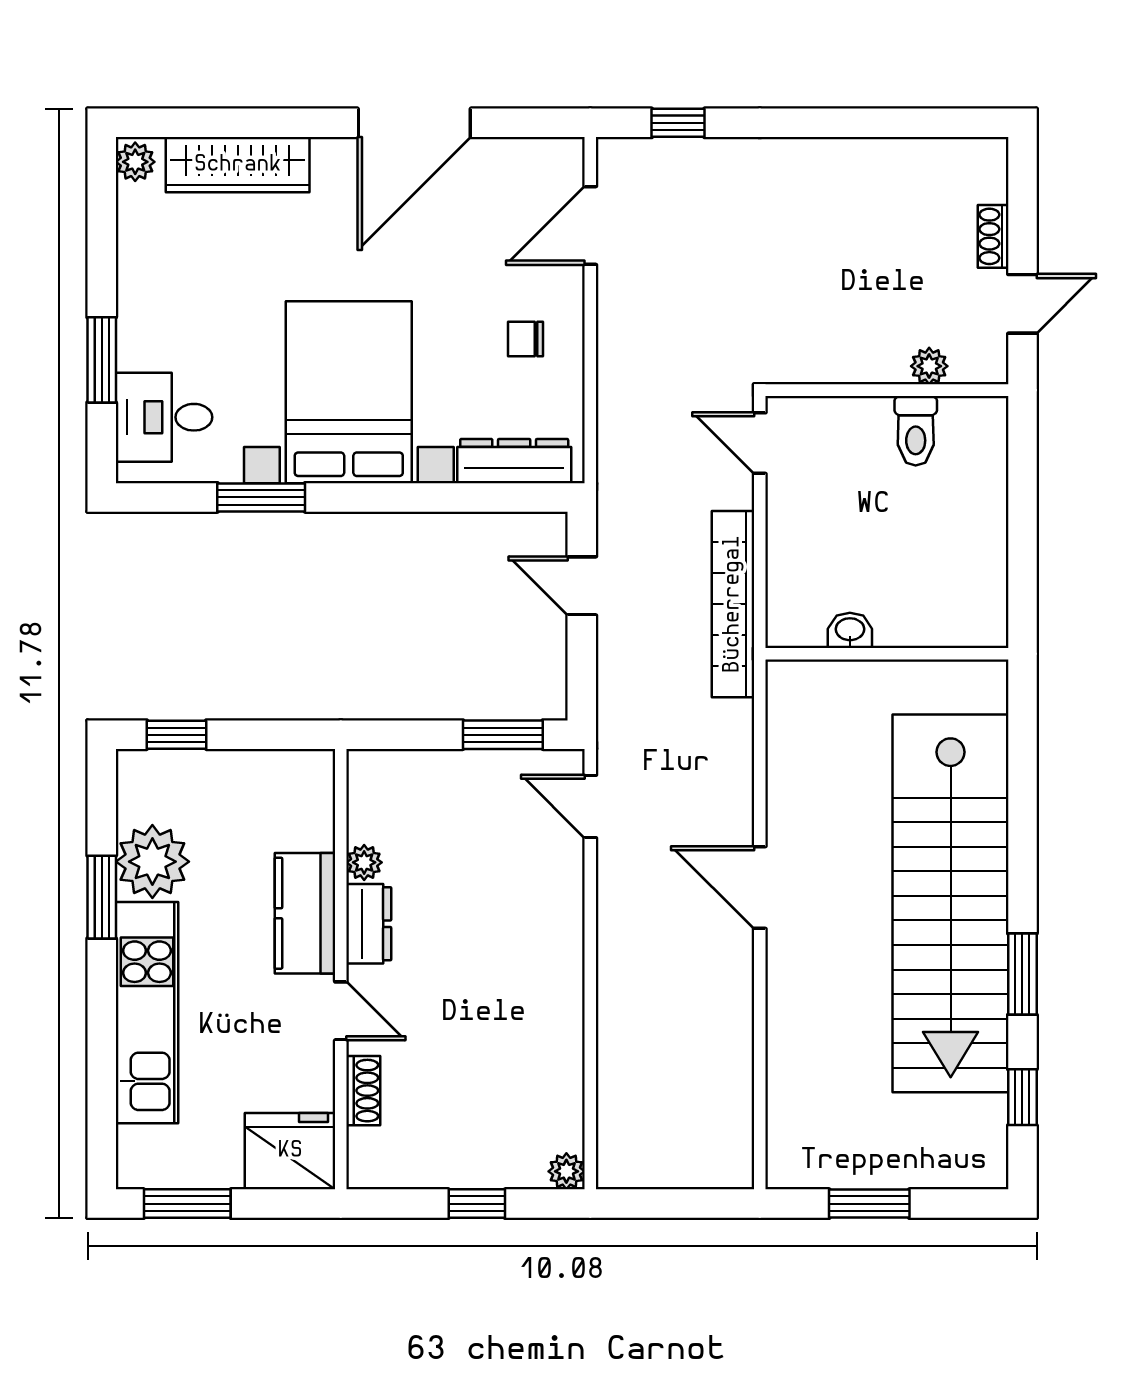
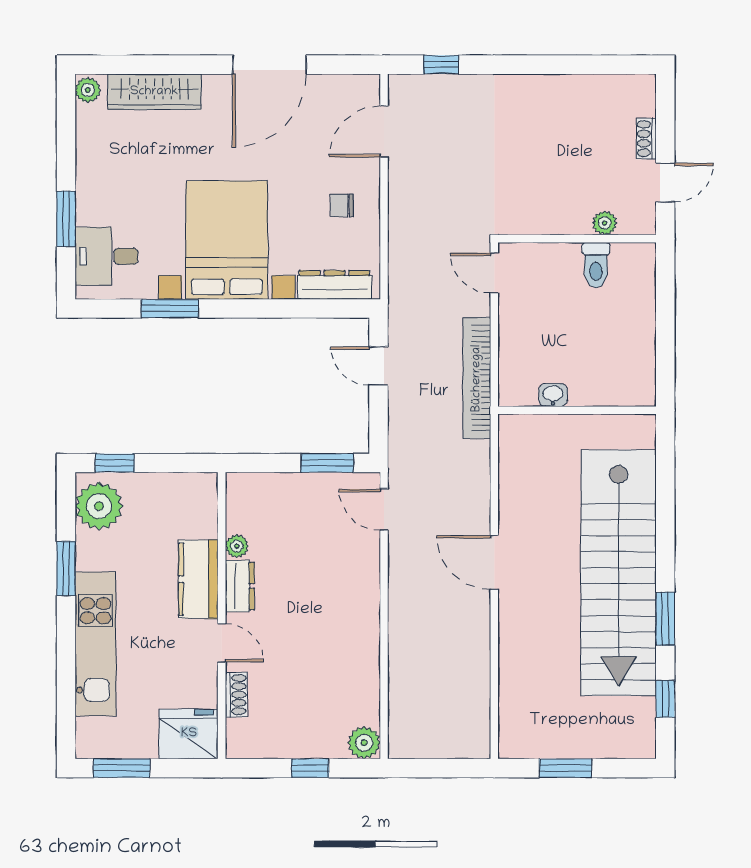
plant: (152, 862) -> (99, 506), moved
plant: (566, 1171) -> (364, 743), width x1.38, depth x1.38

